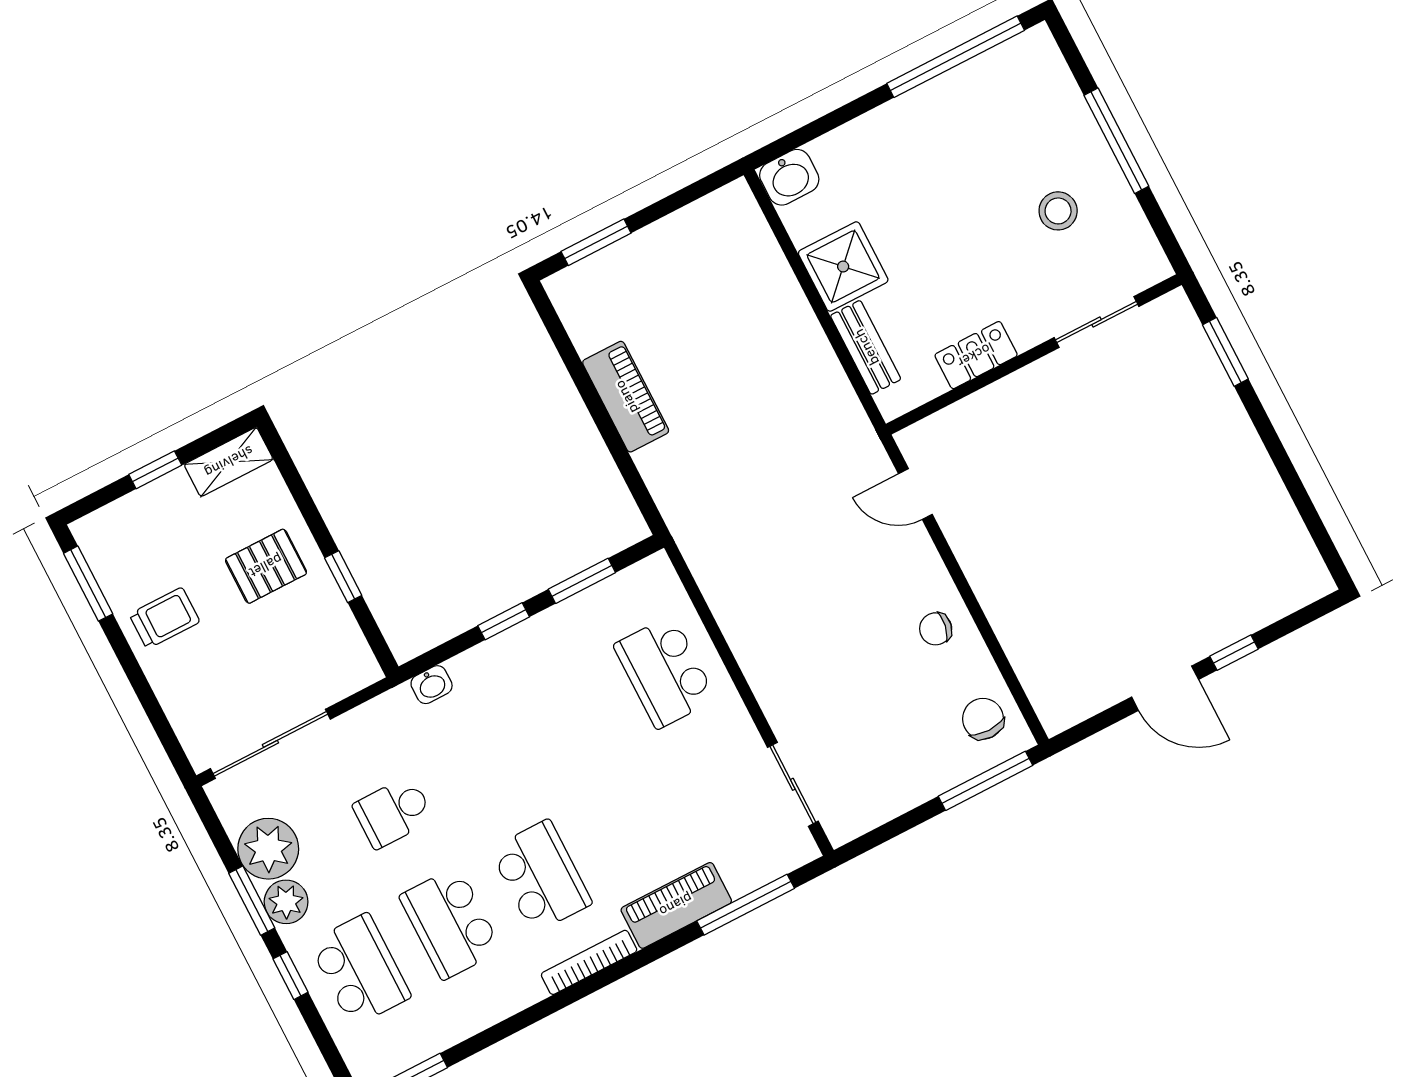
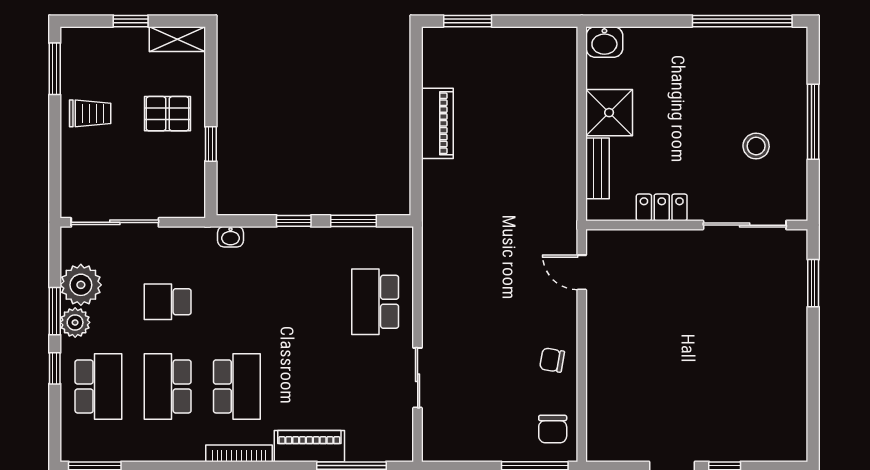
sliding door: (1097, 322) -> (745, 225), width x1.37
chair: (983, 719) -> (553, 429), turned 180
sliding door: (793, 784) -> (418, 378), moved

